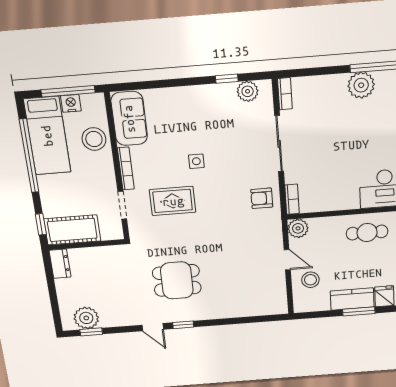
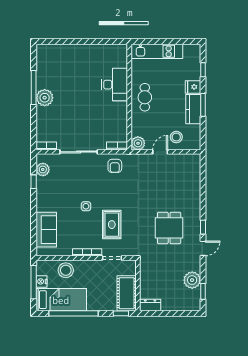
sofa: (129, 119) -> (46, 230), moved, turned 90
plant: (86, 318) -> (192, 280), moved

